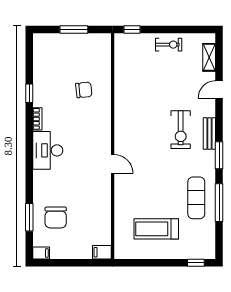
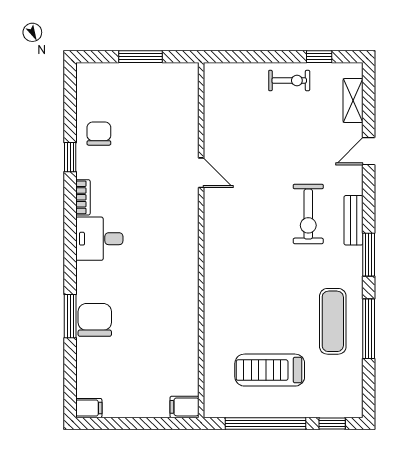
window: (132, 29) -> (319, 57), moved
chair: (84, 90) -> (99, 134), moved, turned -84
desk: (48, 150) -> (99, 239), width x0.73
door: (113, 164) -> (201, 173), moved
window: (29, 217) -> (70, 316), moved
chair: (56, 218) -> (95, 320), moved, turned 180
window: (153, 263) -> (265, 423), added

